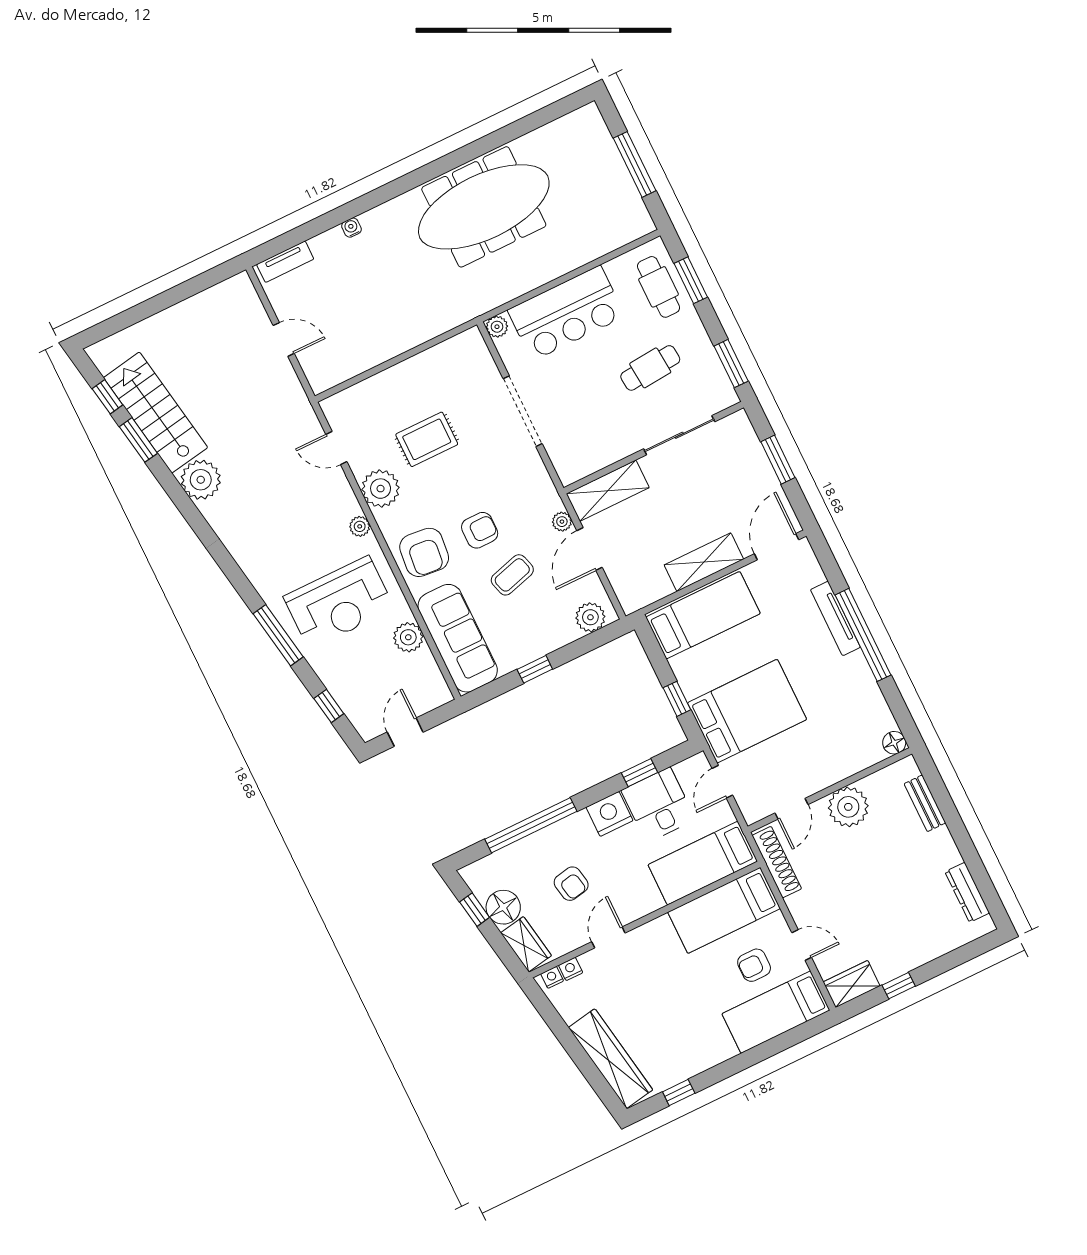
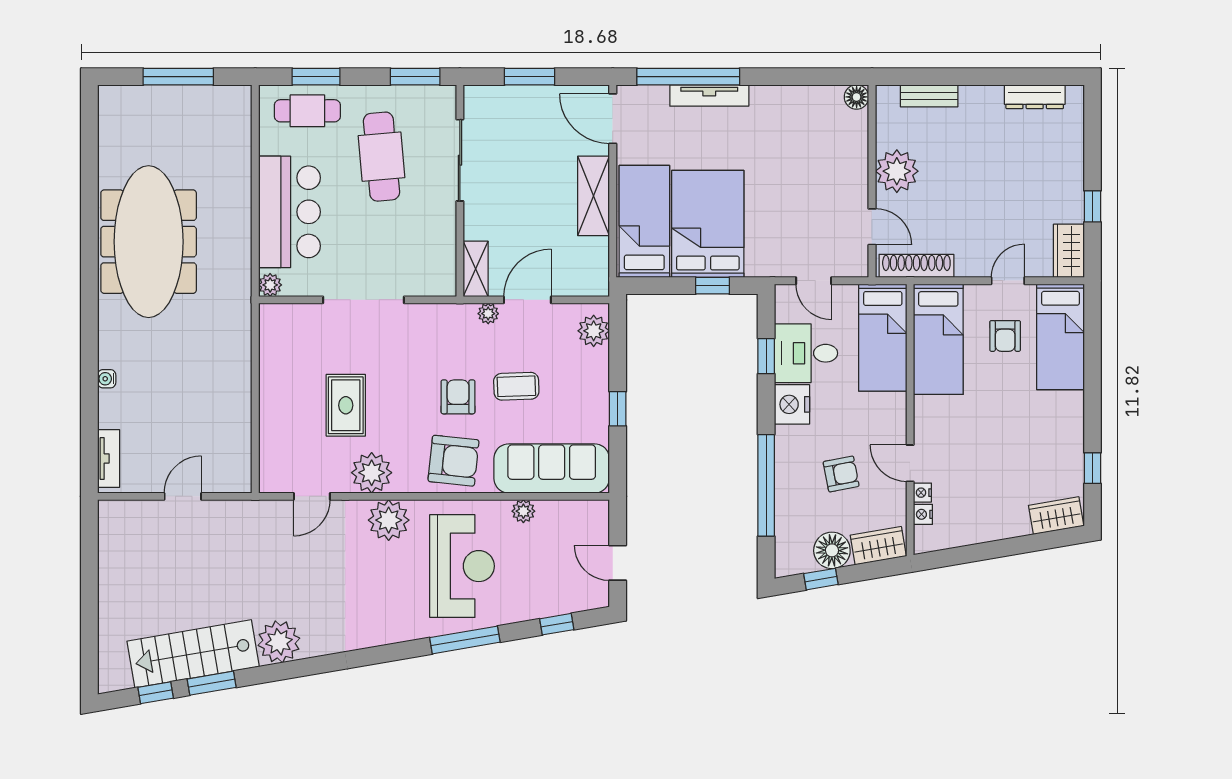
cafe table: (650, 368) -> (382, 157), width x1.37, depth x1.35
shelving: (608, 491) -> (476, 269), width x0.67, depth x0.75
plant: (360, 526) -> (389, 520), width x1.87, depth x1.87
door: (589, 549) -> (527, 300), swing flipped
coffee table: (512, 575) -> (516, 386), turned -76
window: (863, 635) -> (688, 77), moved
plant: (408, 637) -> (523, 511), width x0.73, depth x0.73
bed: (747, 711) -> (708, 224), moved
nightstand: (552, 977) -> (922, 493), moved
wardrobe: (611, 1059) -> (1056, 516), width x0.48, depth x0.85

